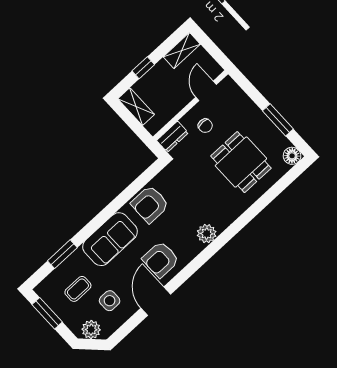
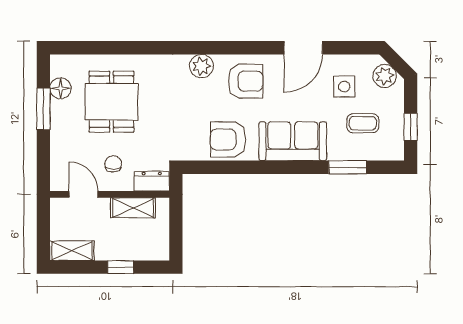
door: (206, 91) -> (84, 194), swing flipped
shelving: (136, 107) -> (133, 208), moved, turned 90
floor lamp: (292, 156) -> (60, 88), moved
armchair: (150, 204) -> (228, 139), turned 180
armchair: (161, 259) -> (246, 81), moved
window: (47, 313) -> (411, 127), width x0.67

